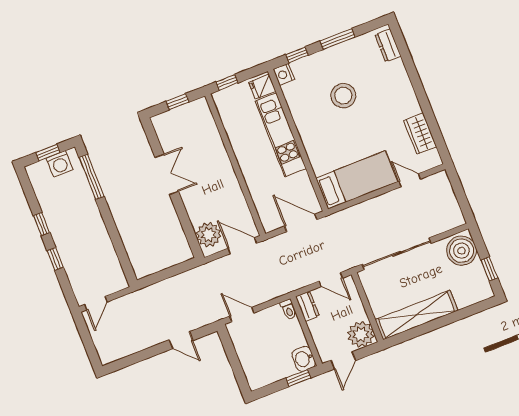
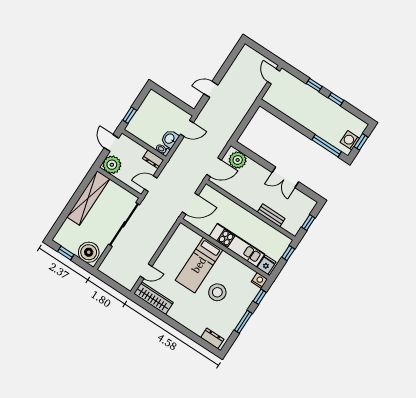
wardrobe: (420, 134) -> (154, 298), width x1.50
bench: (215, 141) -> (271, 215), added
bed: (357, 180) -> (199, 265), moved
washbasin: (304, 359) -> (170, 139), moved, turned -90

